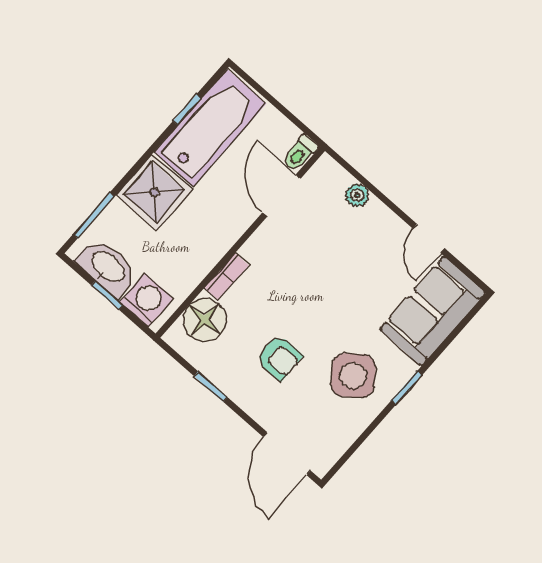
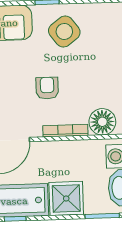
bookcase: (227, 277) -> (65, 131), width x1.56
armchair: (279, 358) -> (47, 88), moved

